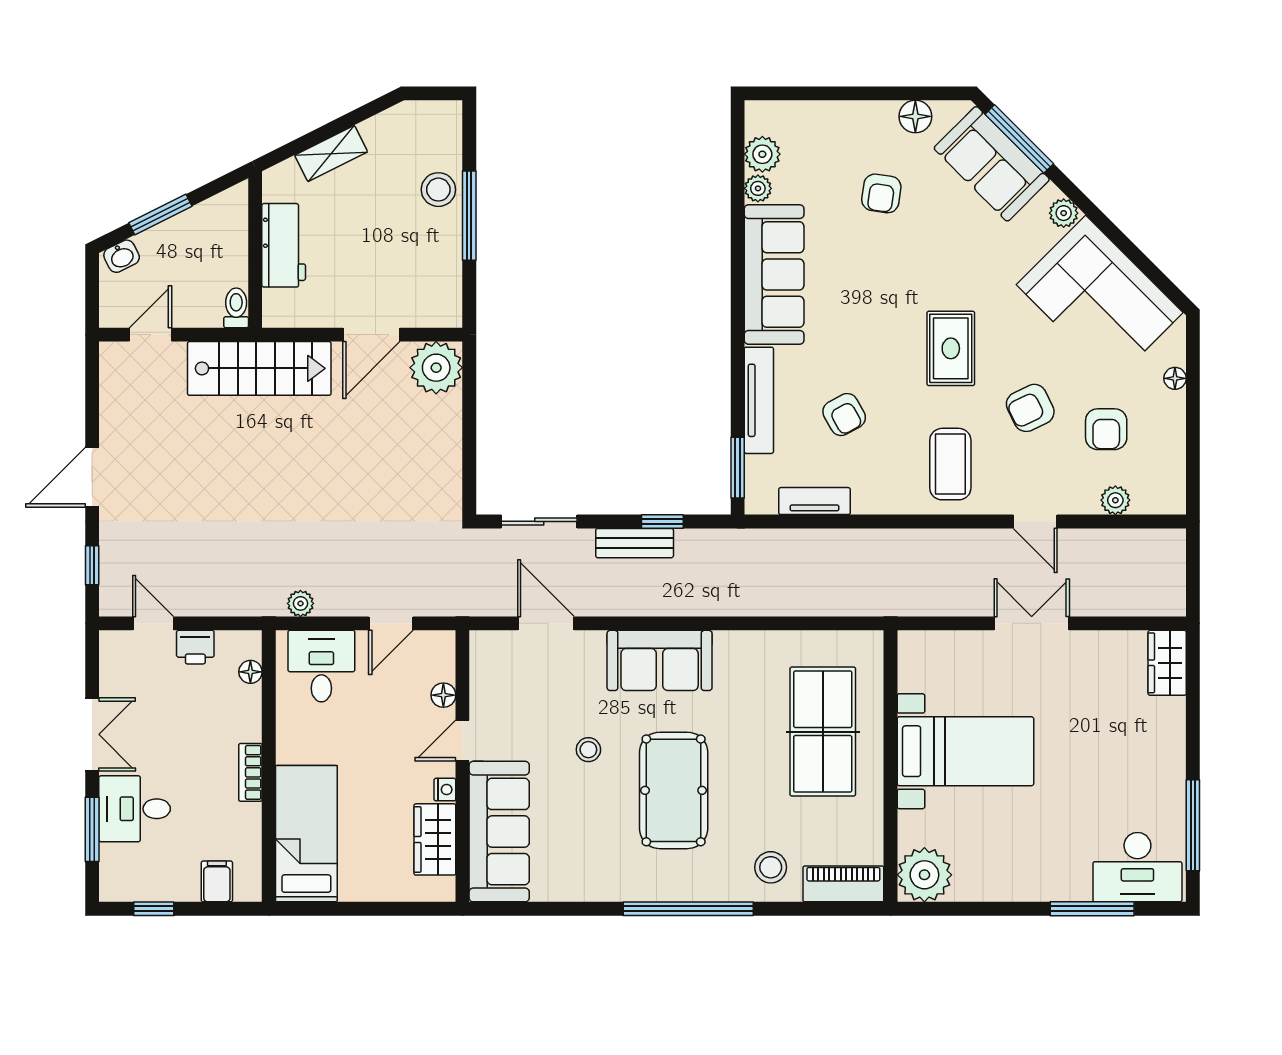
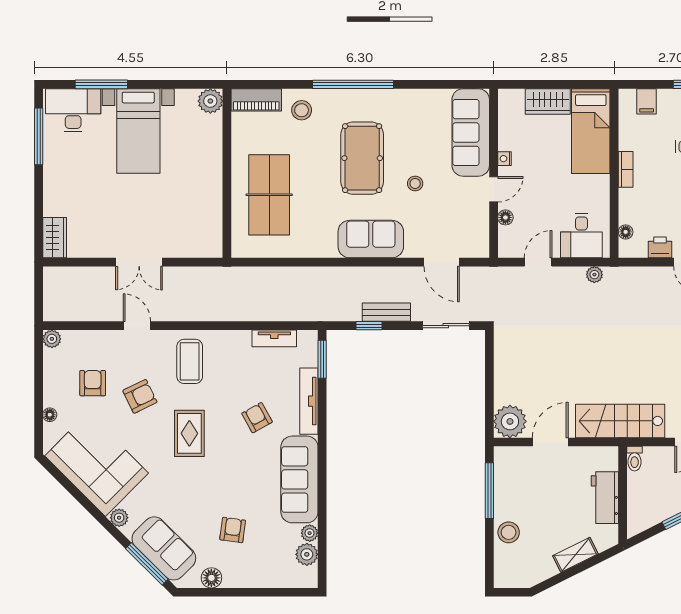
window: (469, 216) -> (489, 491), moved
armchair: (844, 415) -> (257, 418), moved
plant: (1115, 500) -> (52, 339), moved
bed with nightstands: (965, 751) -> (138, 131), moved, turned -90
wardrobe: (435, 839) -> (548, 102), moved, turned 90
plant: (924, 875) -> (210, 101), width x0.73, depth x0.73

